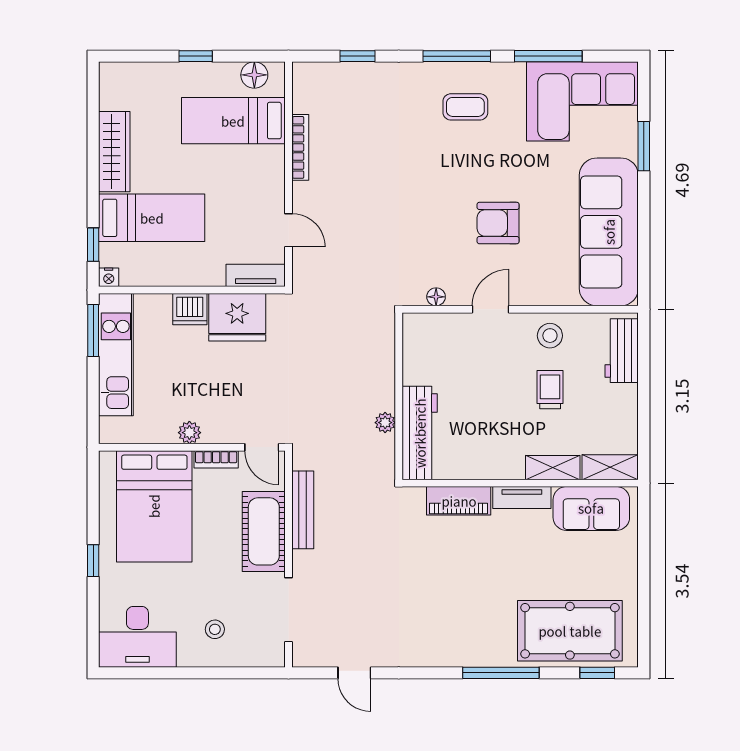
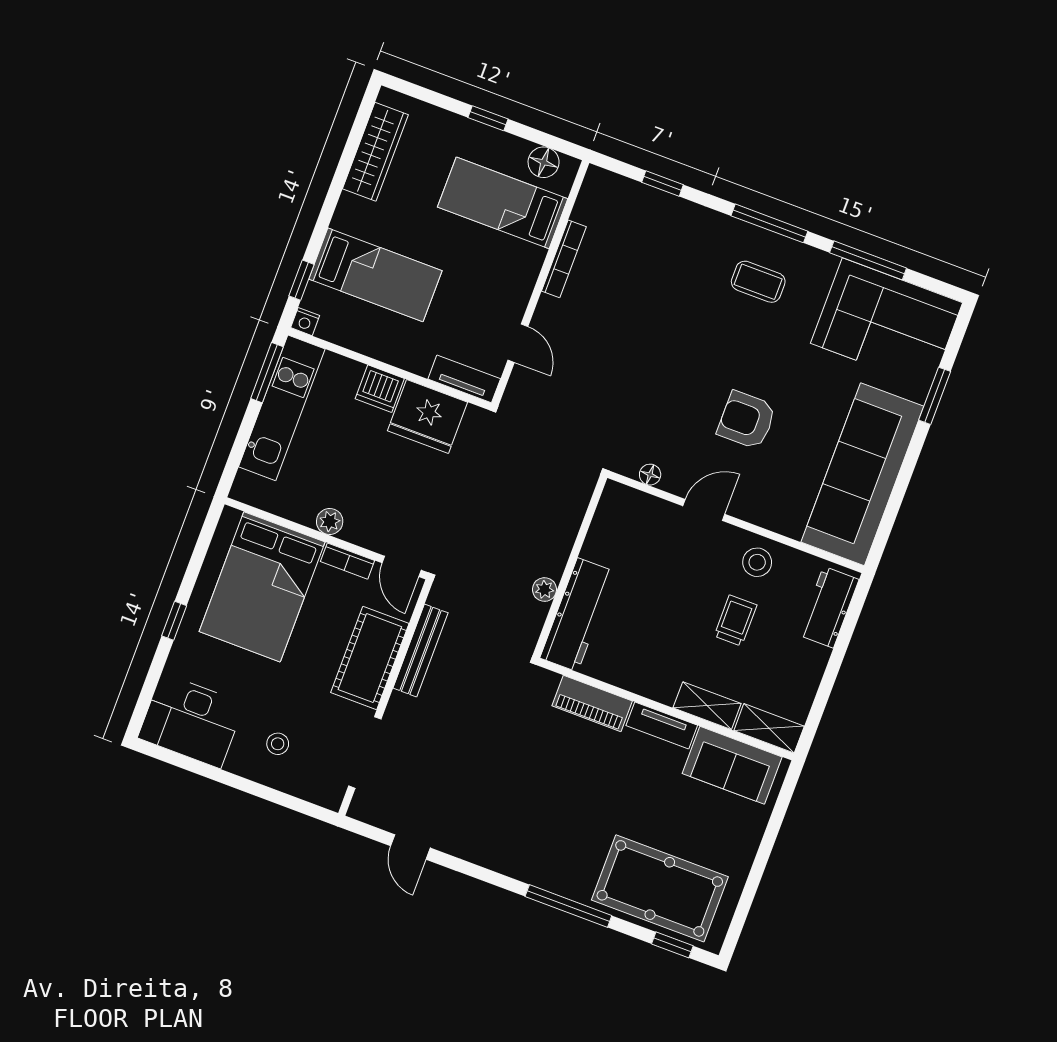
wardrobe: (114, 152) -> (375, 152), moved

